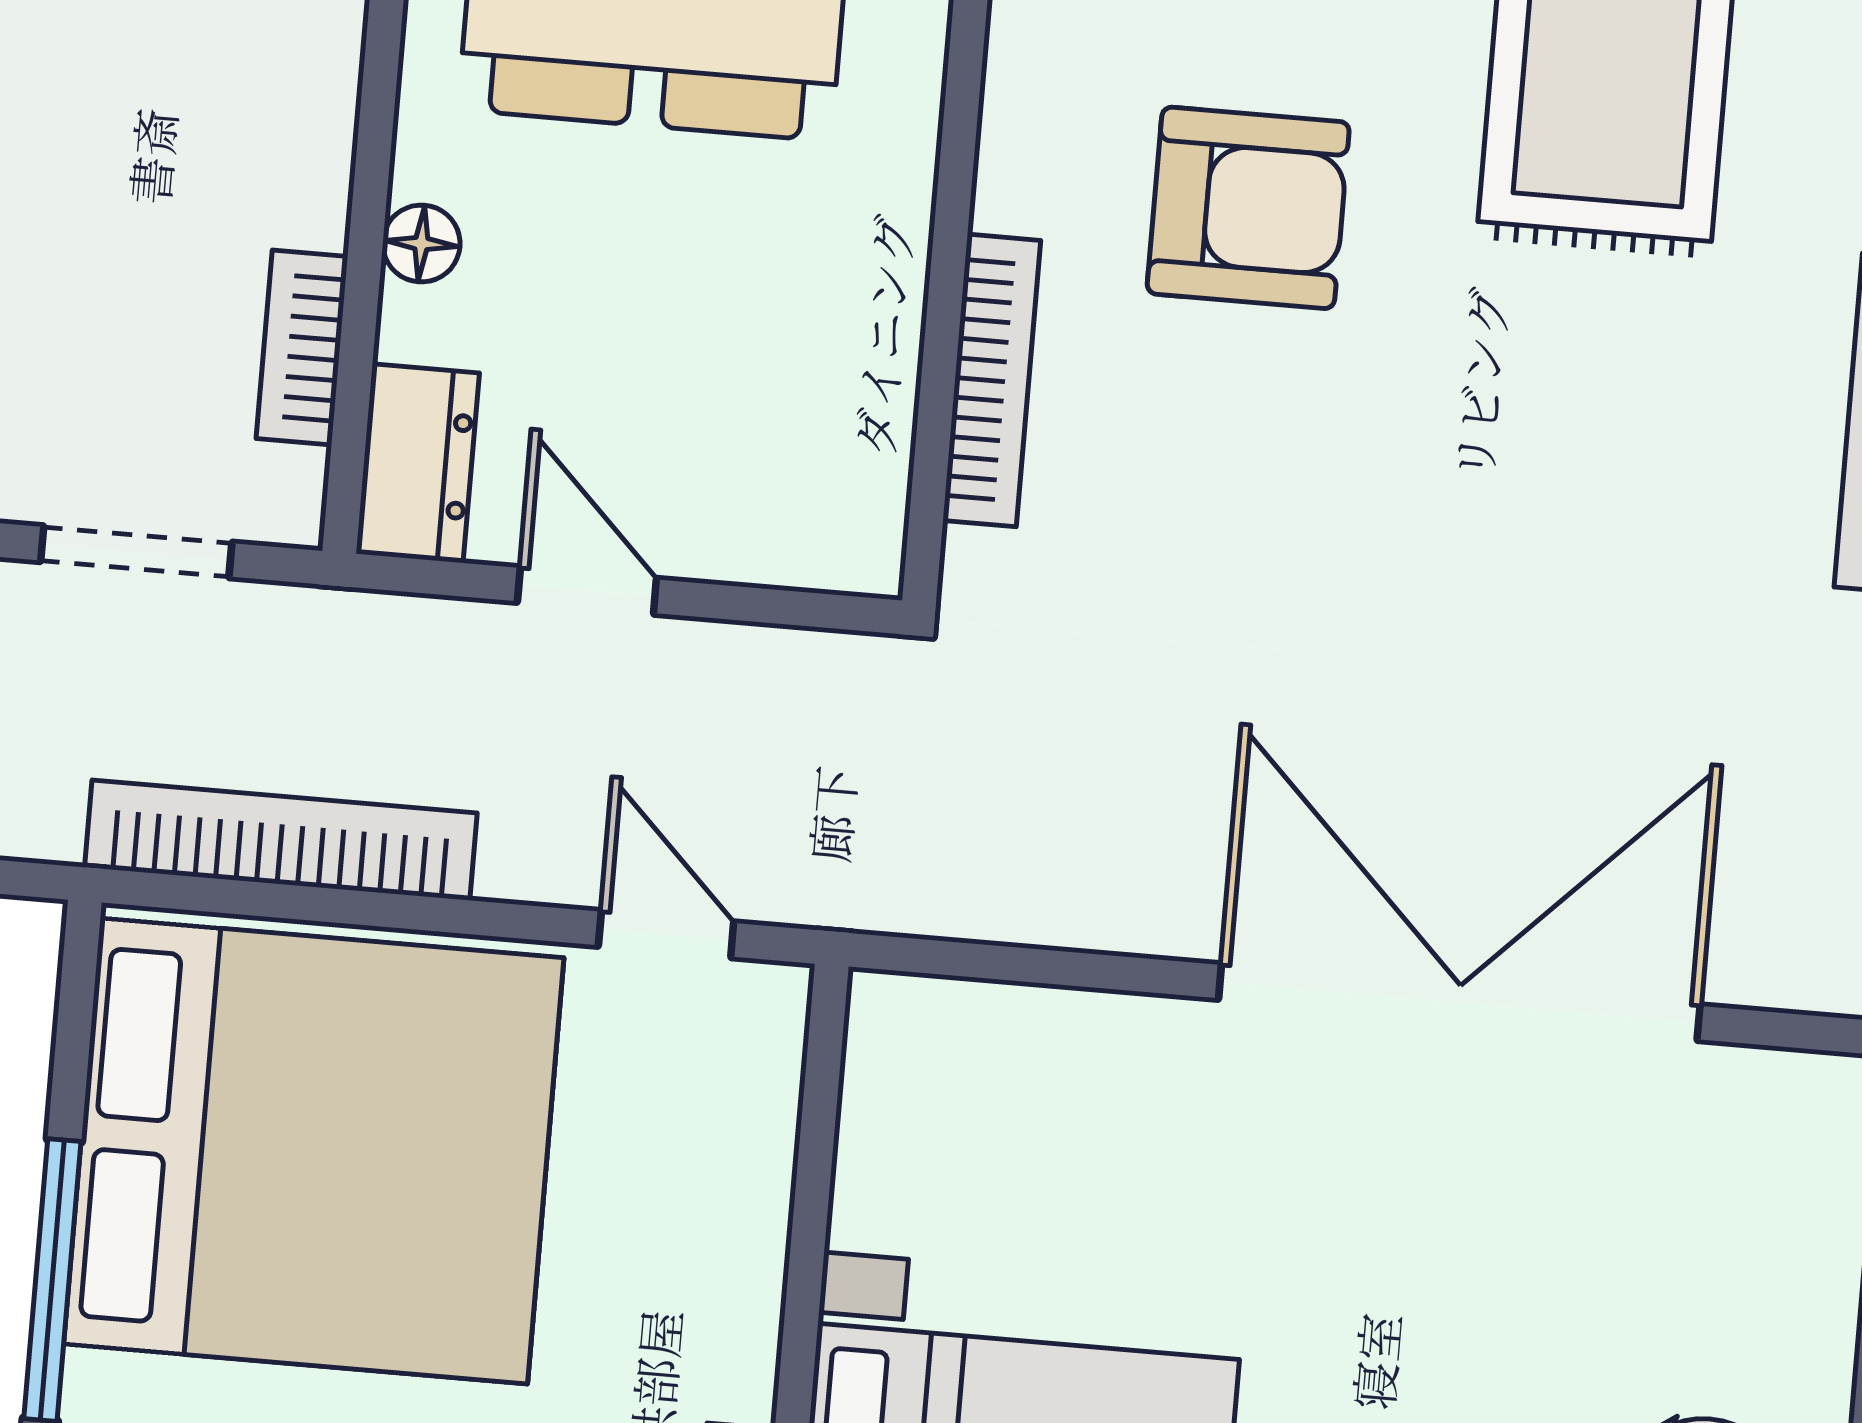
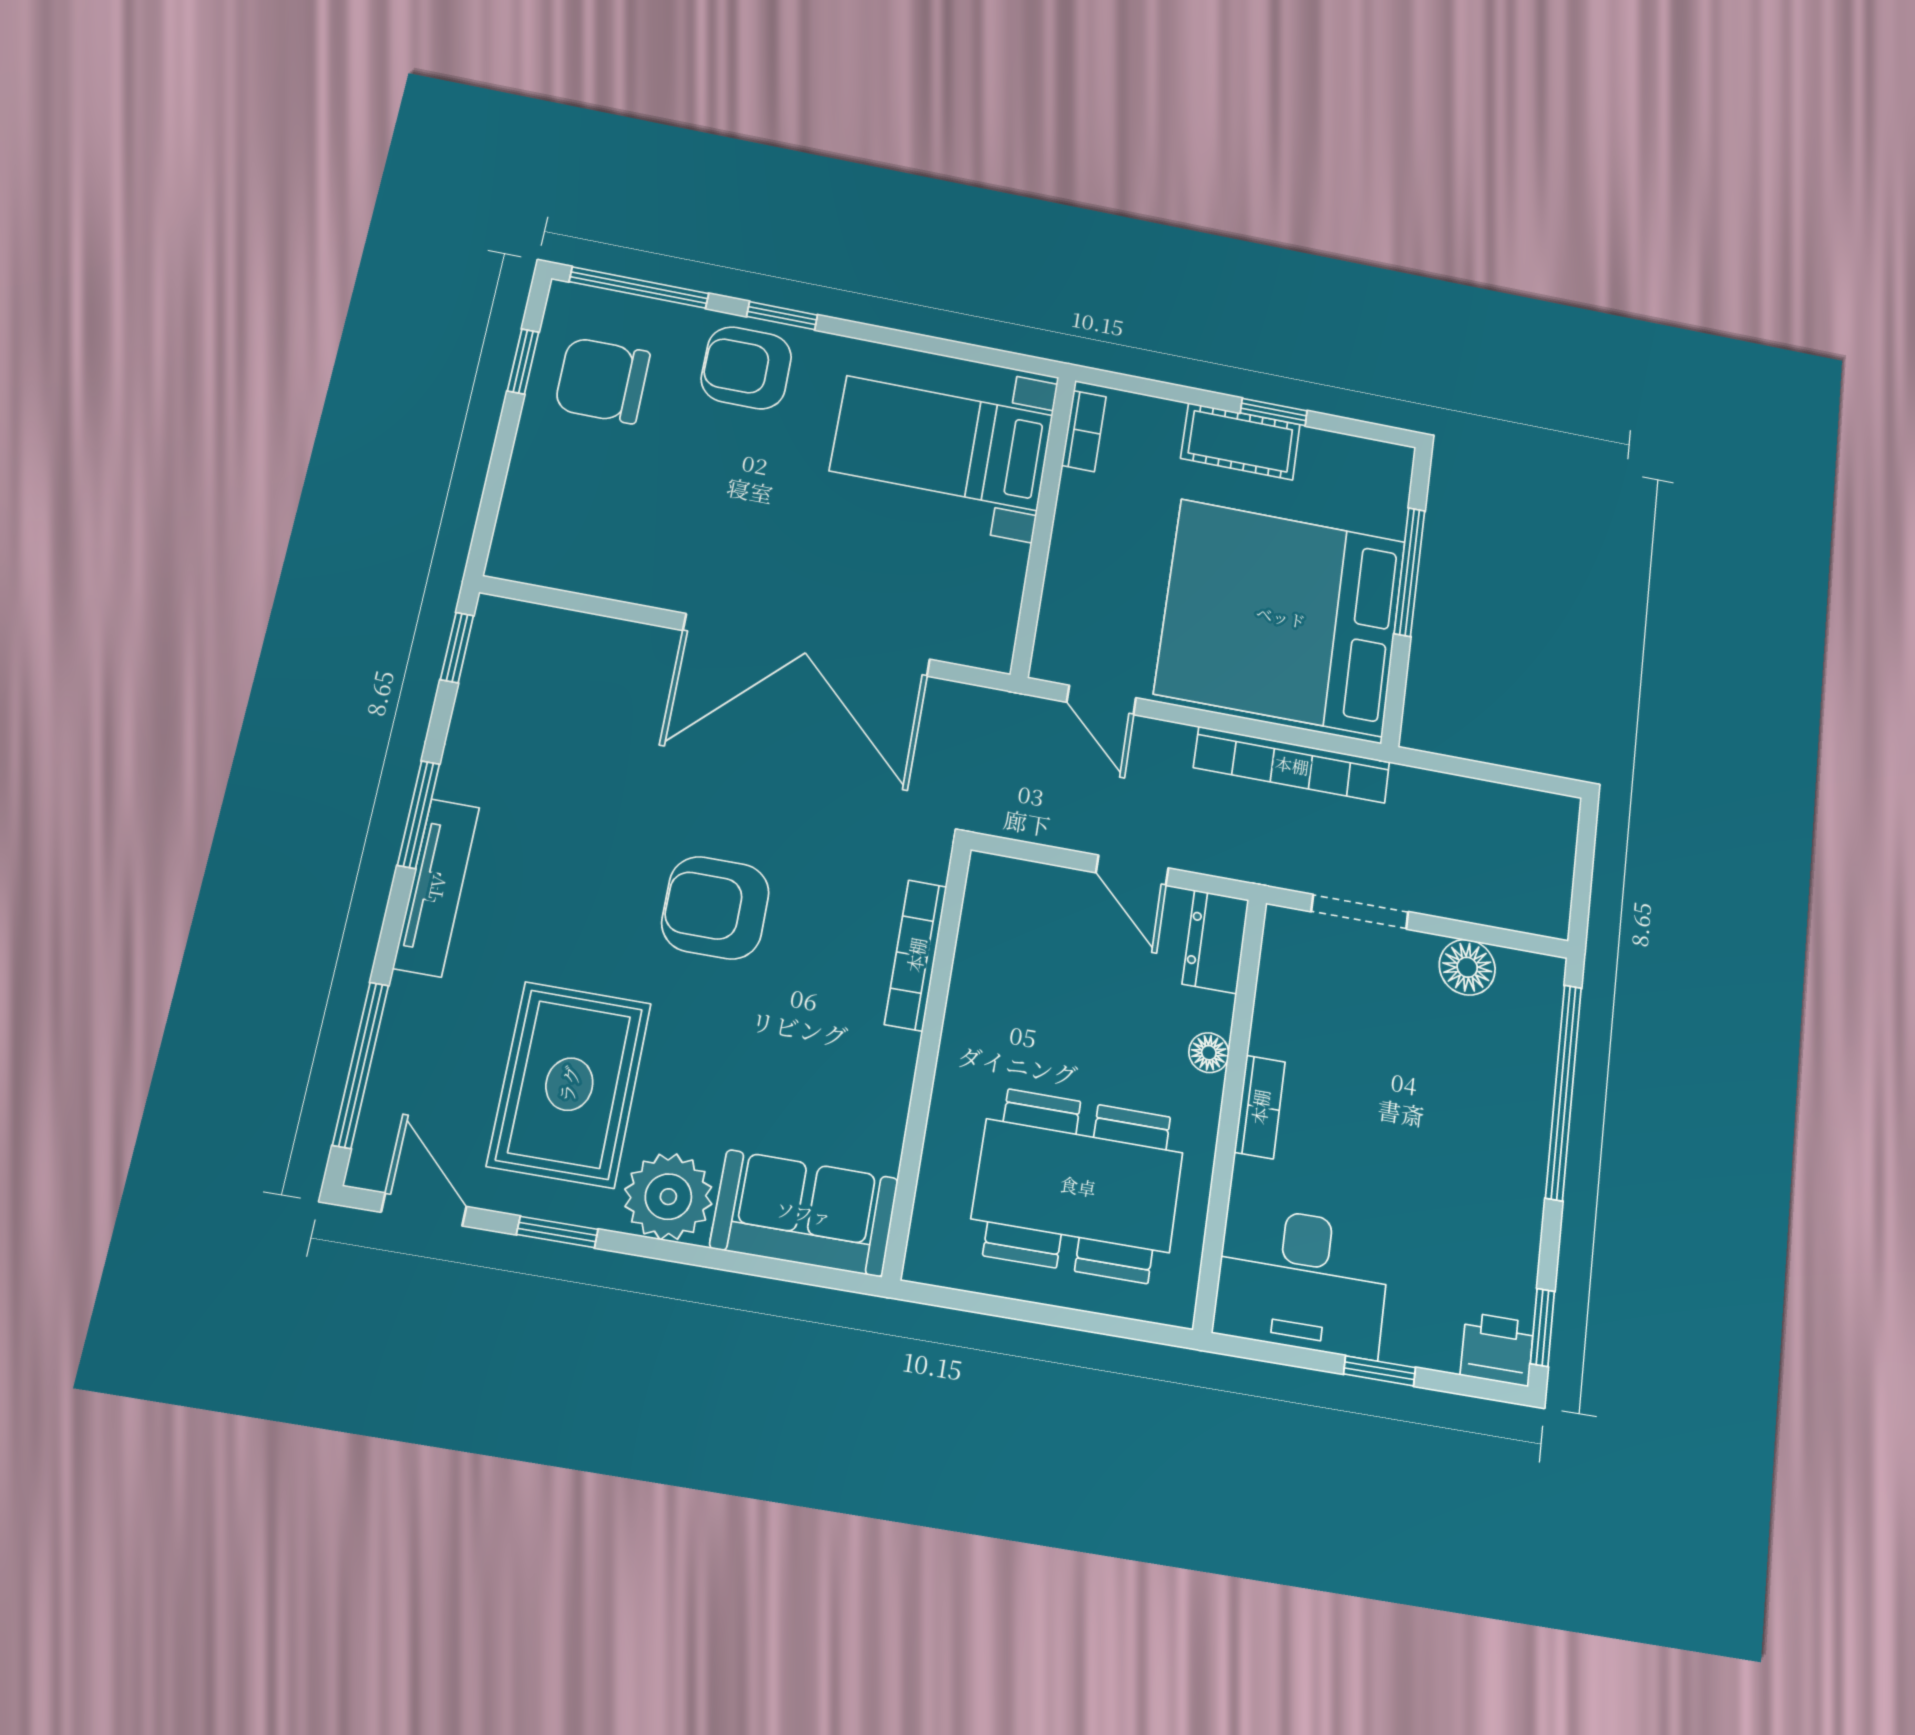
armchair: (1248, 208) -> (715, 908), moved
bookcase: (302, 347) -> (1260, 1107), moved
double door: (1459, 1002) -> (807, 645), moved

